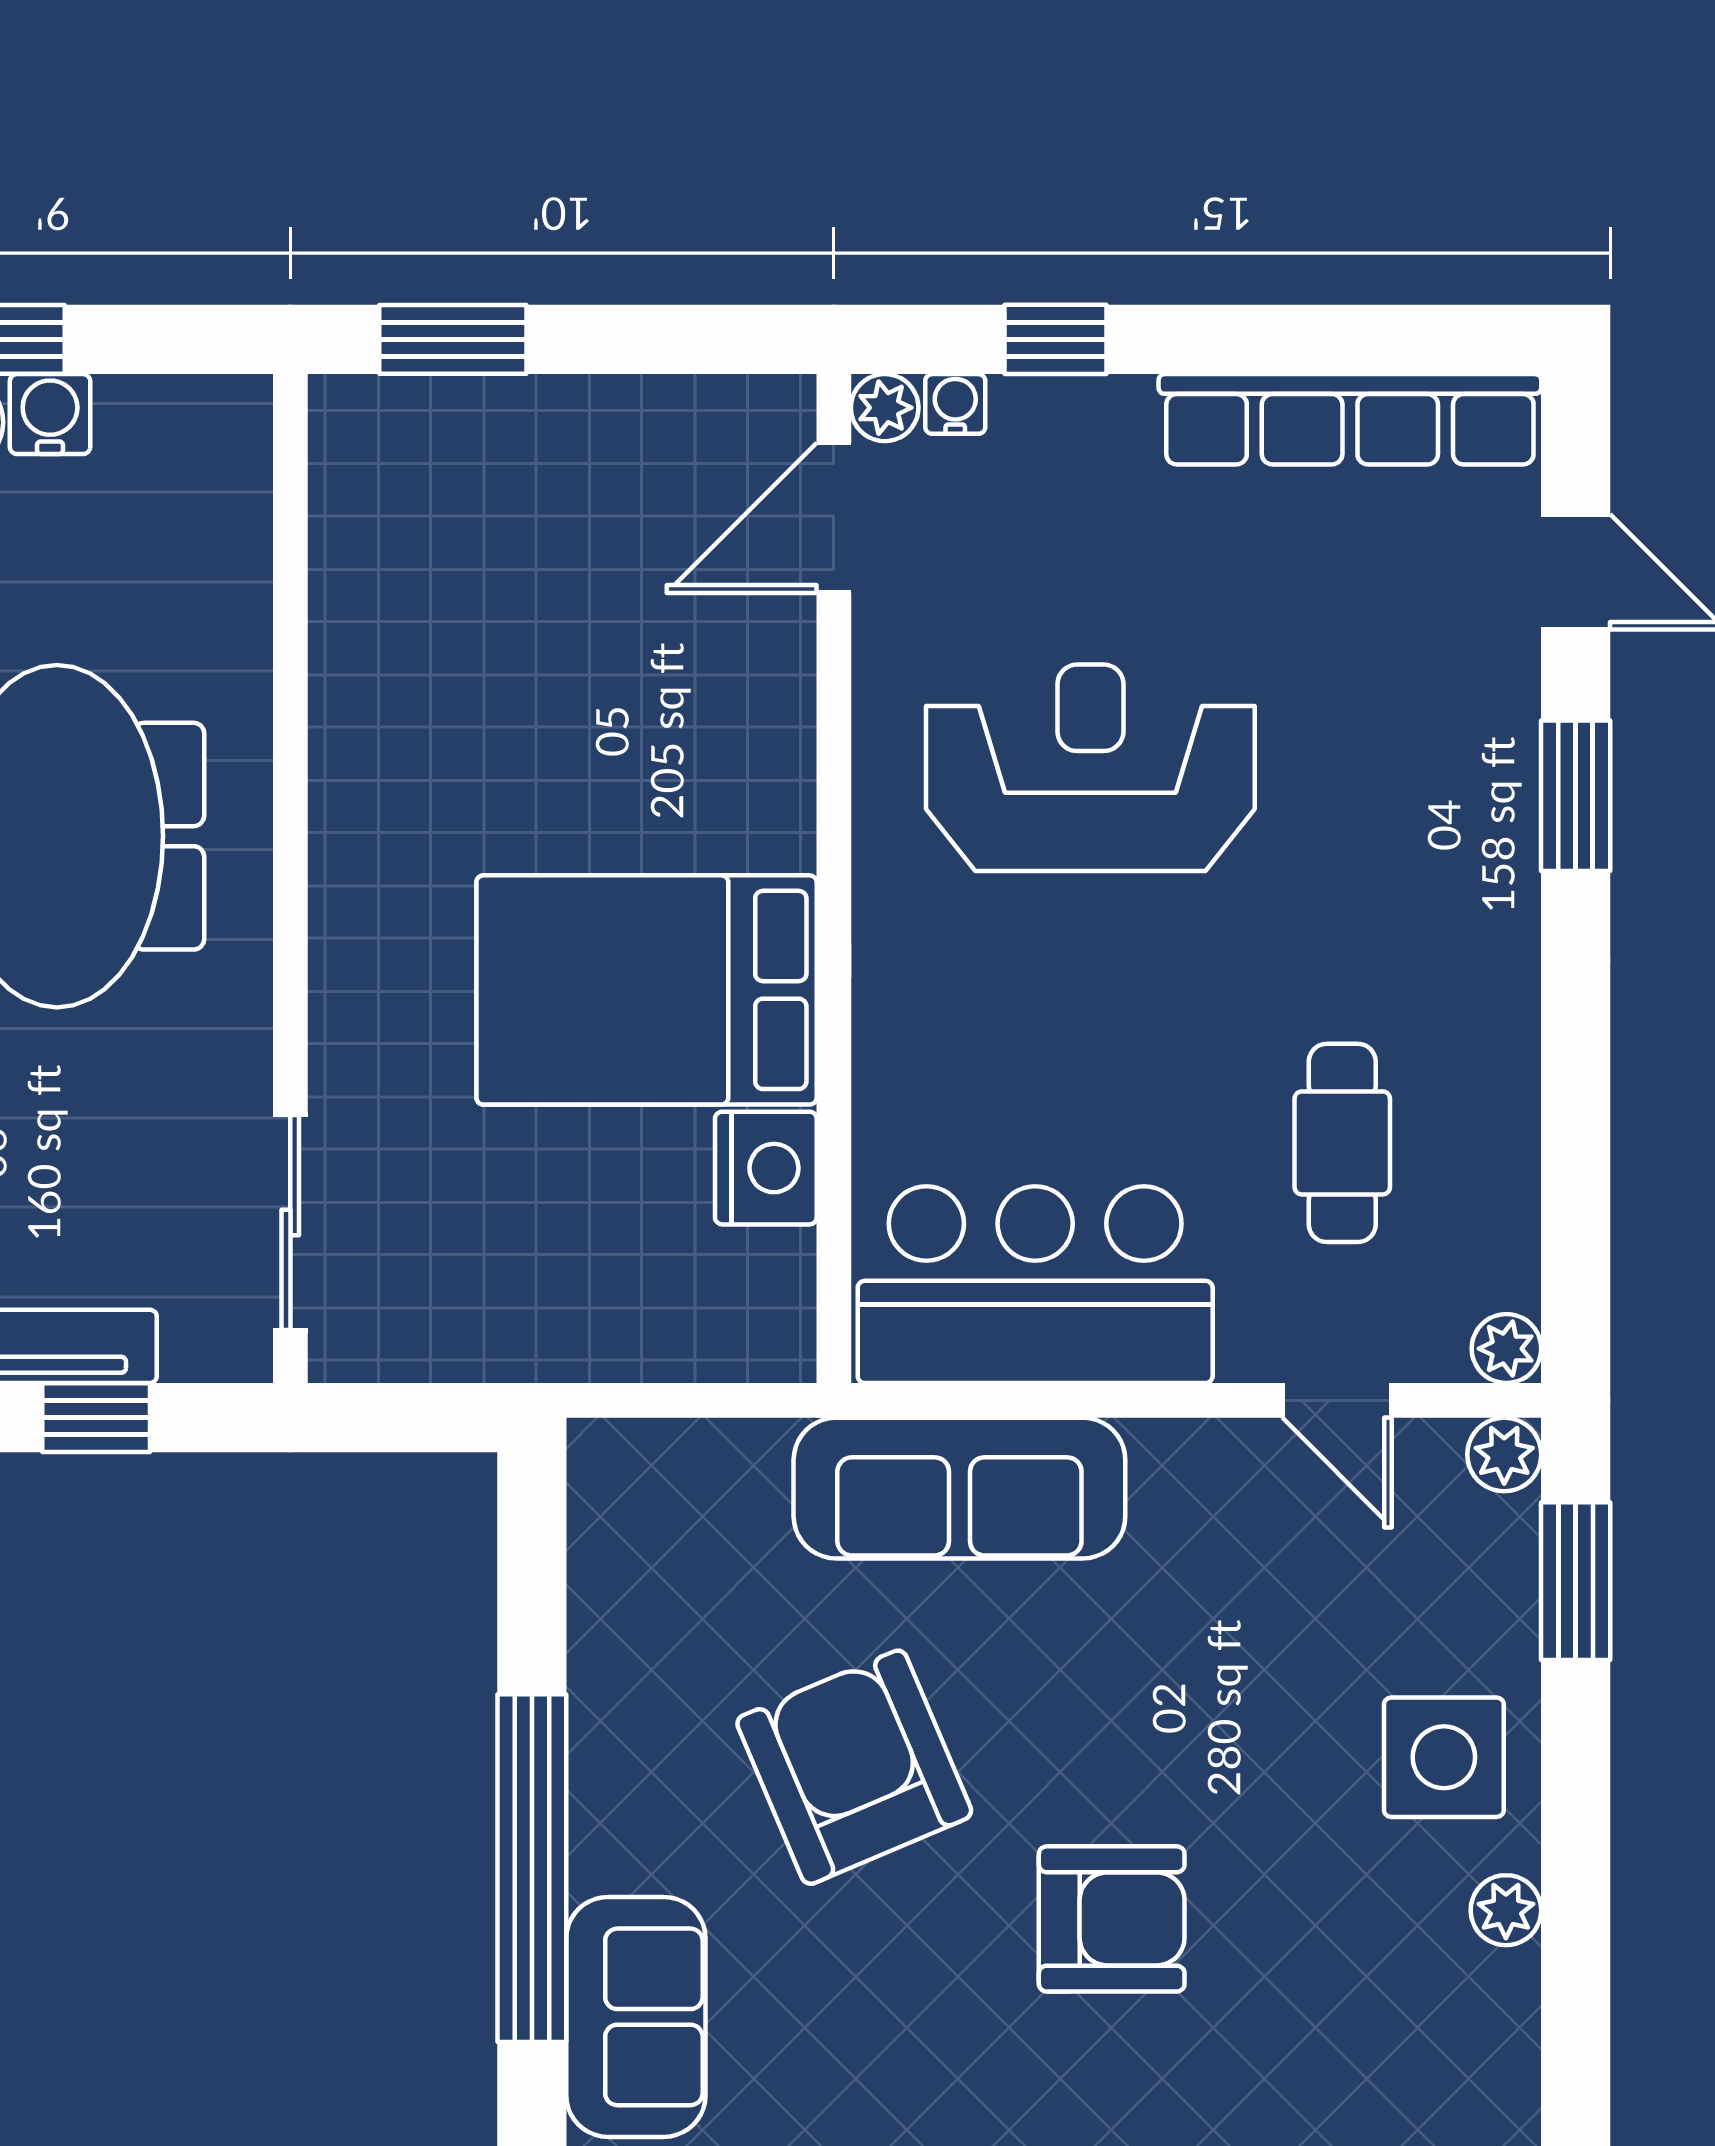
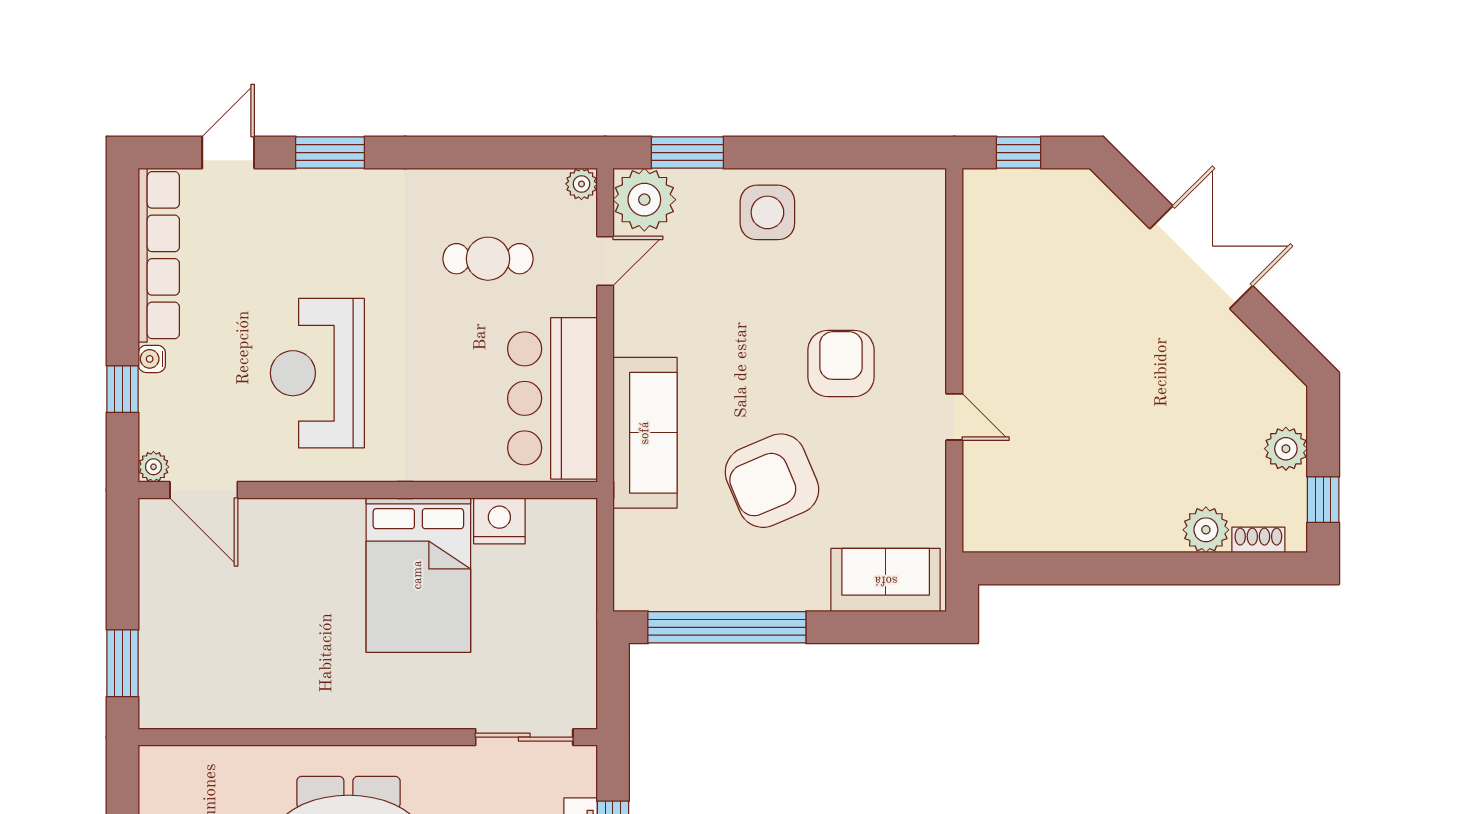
water cooler: (955, 404) -> (152, 359), moved
plant: (1504, 1454) -> (644, 200), width x1.87, depth x1.87
window: (532, 1868) -> (727, 627), moved
plant: (1506, 1910) -> (837, 184), removed

